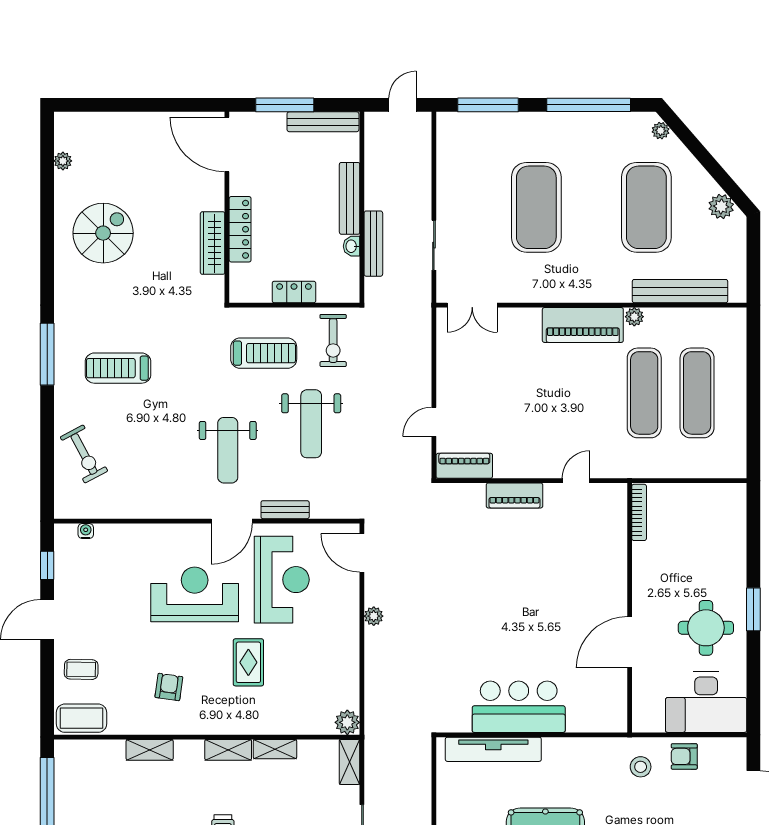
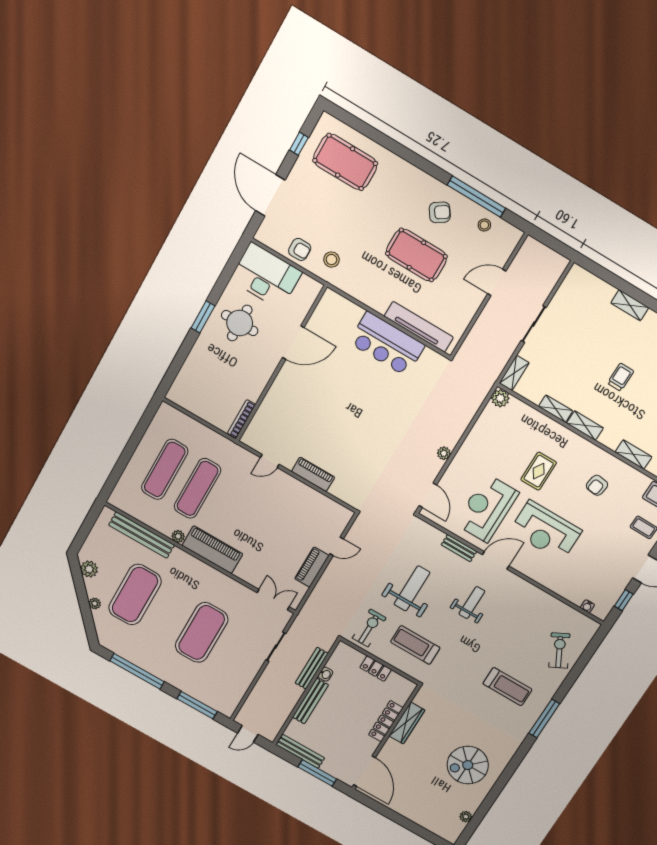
plant: (661, 131) -> (95, 604), moved
weight bench: (228, 450) -> (472, 603), width x0.73, depth x0.75
piano: (464, 466) -> (312, 567), moved, turned 90

